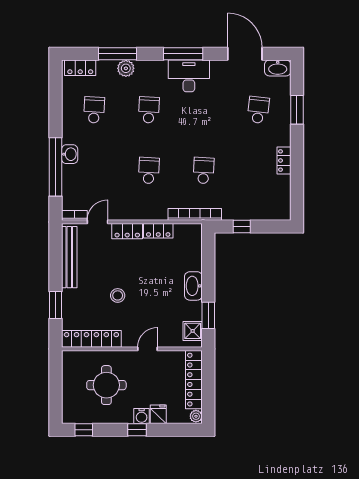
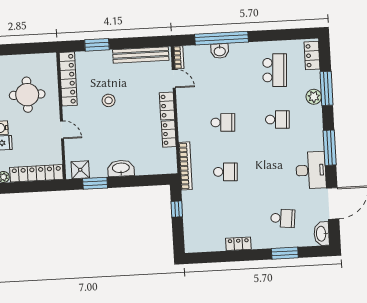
desk: (189, 76) -> (311, 170), moved
school desk: (94, 110) -> (275, 70), width x1.85
washbasin: (70, 154) -> (220, 51), moved

